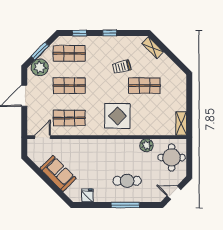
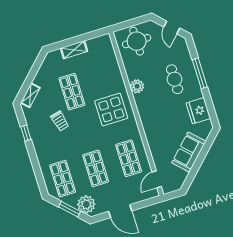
window: (80, 33) -> (39, 174), removed
window: (110, 33) -> (26, 133), moved
shelving: (181, 124) -> (74, 50), moved
door: (43, 137) -> (157, 179), hinge flipped
plant: (146, 145) -> (137, 86), moved
fridge: (87, 196) -> (198, 111), width x1.88, depth x1.34

